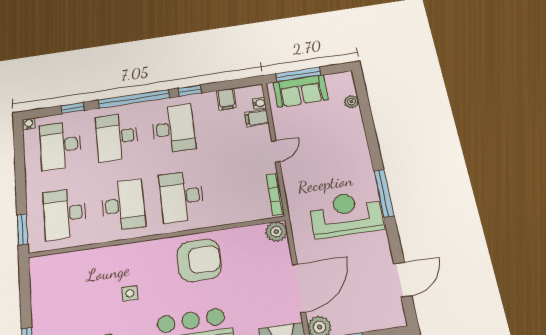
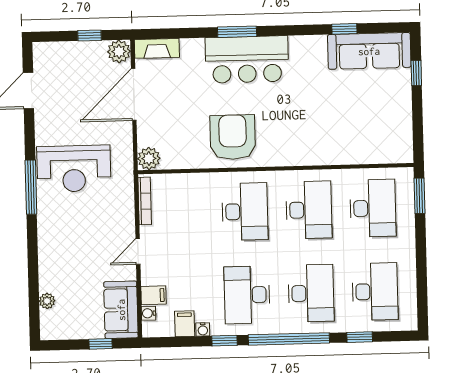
window: (298, 74) -> (101, 344), width x0.46
sofa: (301, 91) -> (121, 310), moved, turned -90
water cooler: (29, 124) -> (203, 329), moved
desk: (123, 205) -> (309, 210), turned 180
armchair: (199, 260) -> (233, 137), turned 90
side table: (130, 293) -> (308, 110), removed

